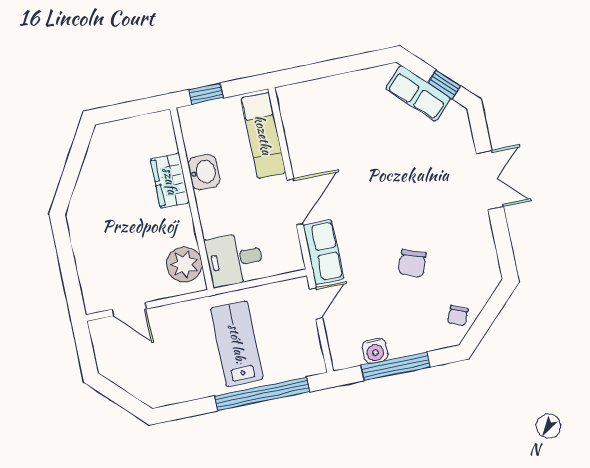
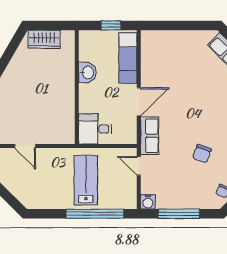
window: (206, 94) -> (111, 25), moved
wardrobe: (170, 181) -> (44, 39), moved, turned -90
plant: (184, 265) -> (64, 126), removed
door: (316, 303) -> (139, 166), swing flipped
water cooler: (375, 351) -> (148, 202), moved

